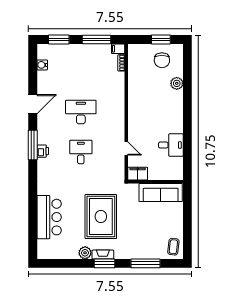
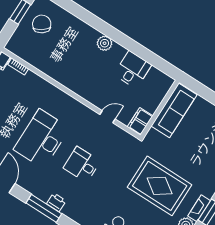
chair: (162, 60) -> (42, 24), turned -125
plant: (177, 83) -> (105, 43), moved
desk: (81, 112) -> (42, 139), width x1.36, depth x1.30

